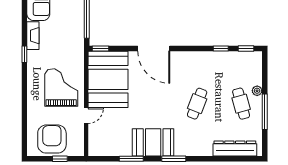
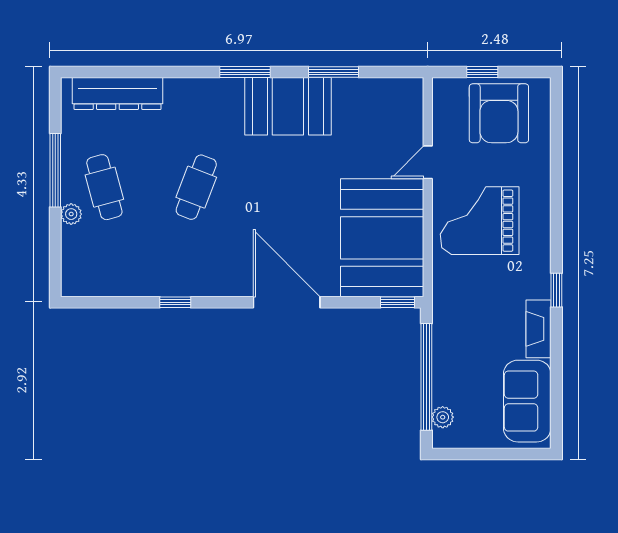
window: (221, 48) -> (175, 302), moved
window: (246, 48) -> (94, 302), removed
grand piano: (61, 88) -> (480, 221), turned 90

